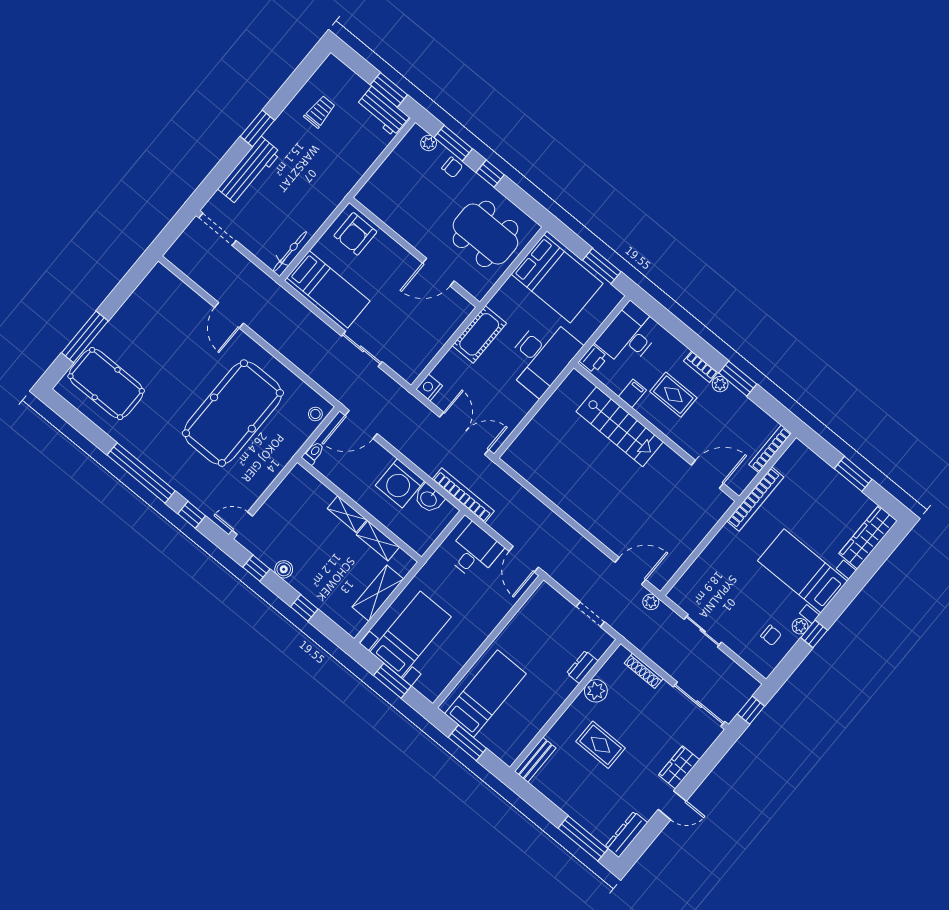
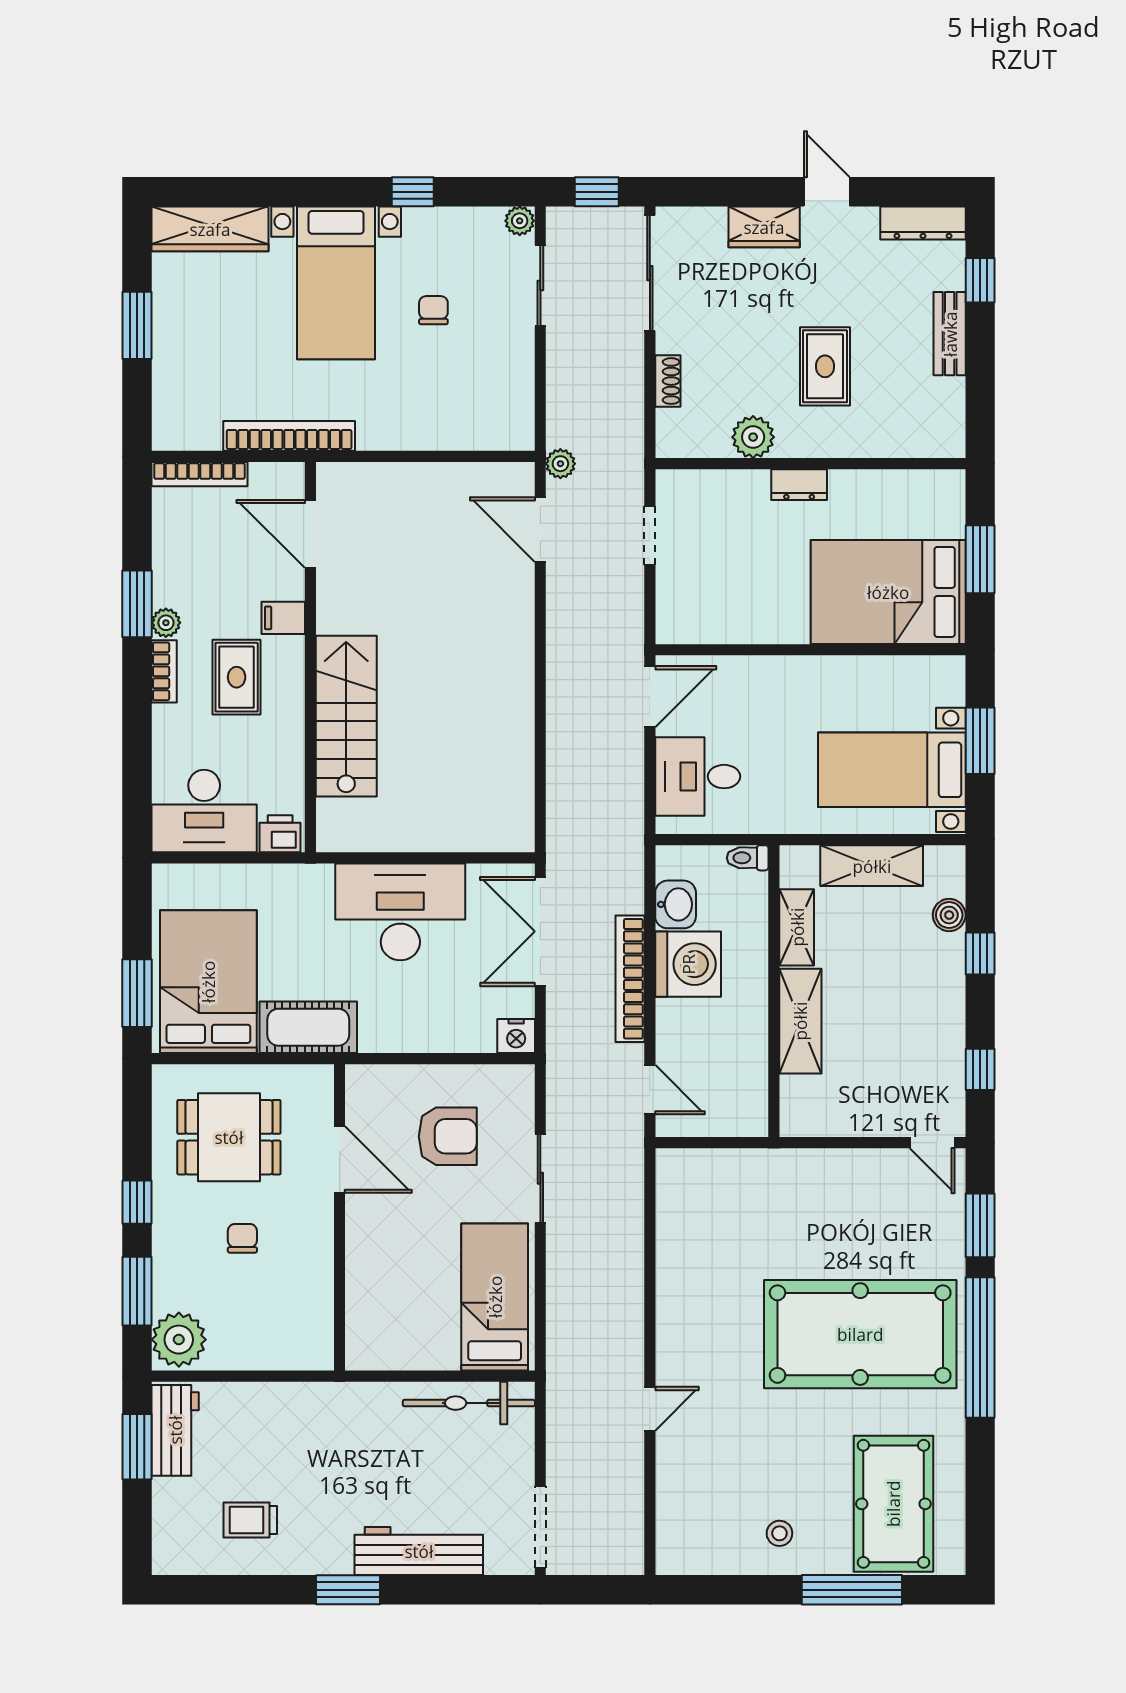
plant: (429, 143) -> (179, 1340), width x1.88, depth x1.88
chair: (452, 167) -> (242, 1238), moved
armchair: (355, 234) -> (448, 1136), moved
dining table: (485, 234) -> (229, 1137), width x0.73
bicycle: (290, 252) -> (469, 1403), width x1.37, depth x1.40
window: (602, 266) -> (137, 993), moved
door: (229, 315) -> (650, 1409), width x0.73
cot: (479, 334) -> (308, 1027), moved
desk: (542, 356) -> (400, 912), moved
filing cabinet: (632, 393) -> (283, 618), moved
pool table: (233, 413) -> (860, 1334), moved
stool: (315, 414) -> (779, 1533), moved
door: (361, 424) -> (650, 1090), width x0.73
toilet: (313, 453) -> (748, 858), moved
bookcase: (463, 495) -> (630, 979), moved
shelving: (347, 514) -> (800, 1021), width x1.50, depth x1.33
window: (192, 515) -> (980, 1225), width x1.50
boiler: (284, 569) -> (949, 915), moved
plant: (800, 626) -> (520, 221), moved
sliding door: (703, 631) -> (540, 286), moved
chair: (771, 635) -> (433, 310), moved
dresser: (582, 667) -> (799, 485), moved
shoe rack: (644, 671) -> (668, 381), width x0.70
bed: (485, 694) -> (888, 592), width x1.50
bench: (535, 760) -> (950, 334), moved, turned 90
window: (583, 838) -> (980, 280), width x0.46

